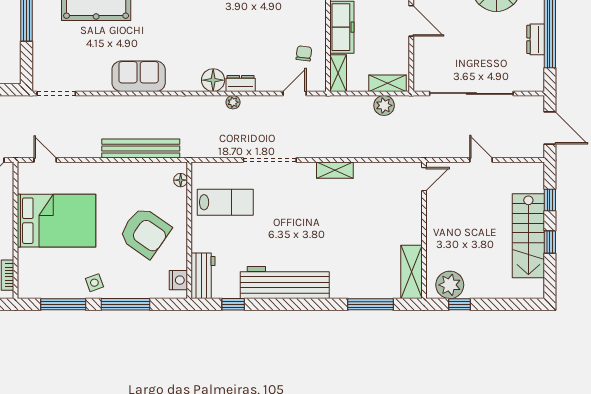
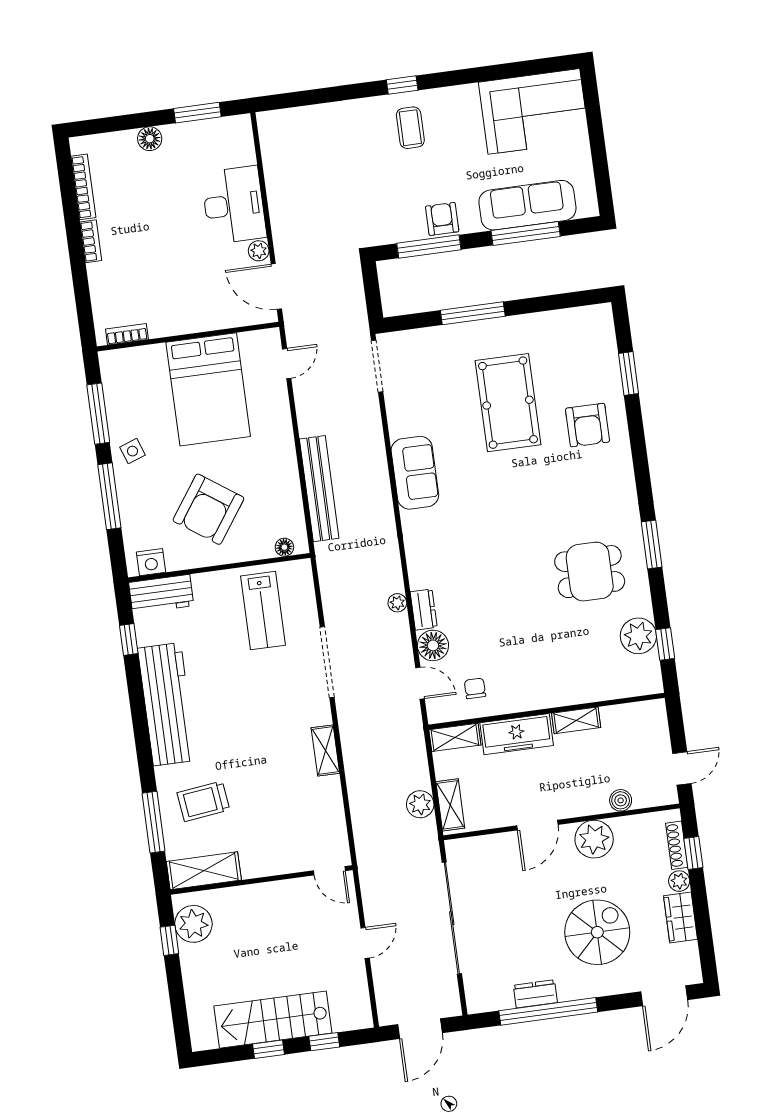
chair: (304, 53) -> (475, 688), turned -97
floor lamp: (213, 80) -> (433, 645), moved
trolley: (360, 265) -> (203, 801), added

